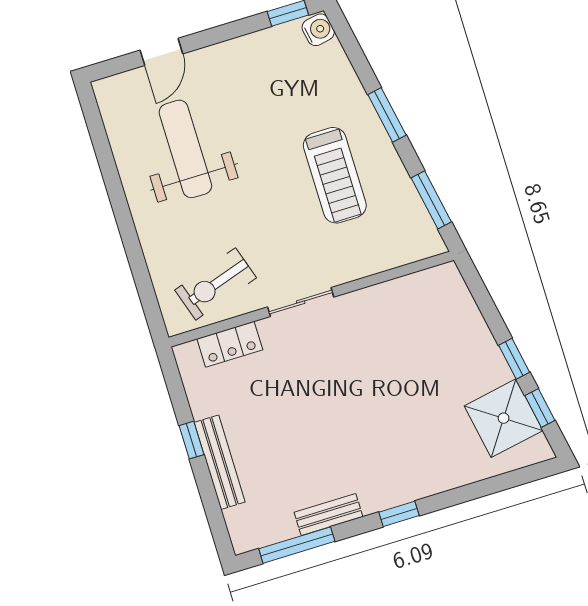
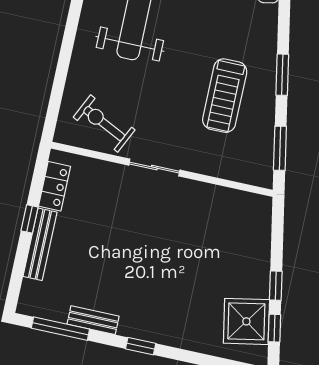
exercise bike: (216, 284) -> (104, 123), turned 44
locker: (230, 344) -> (54, 186), moved, turned -90

